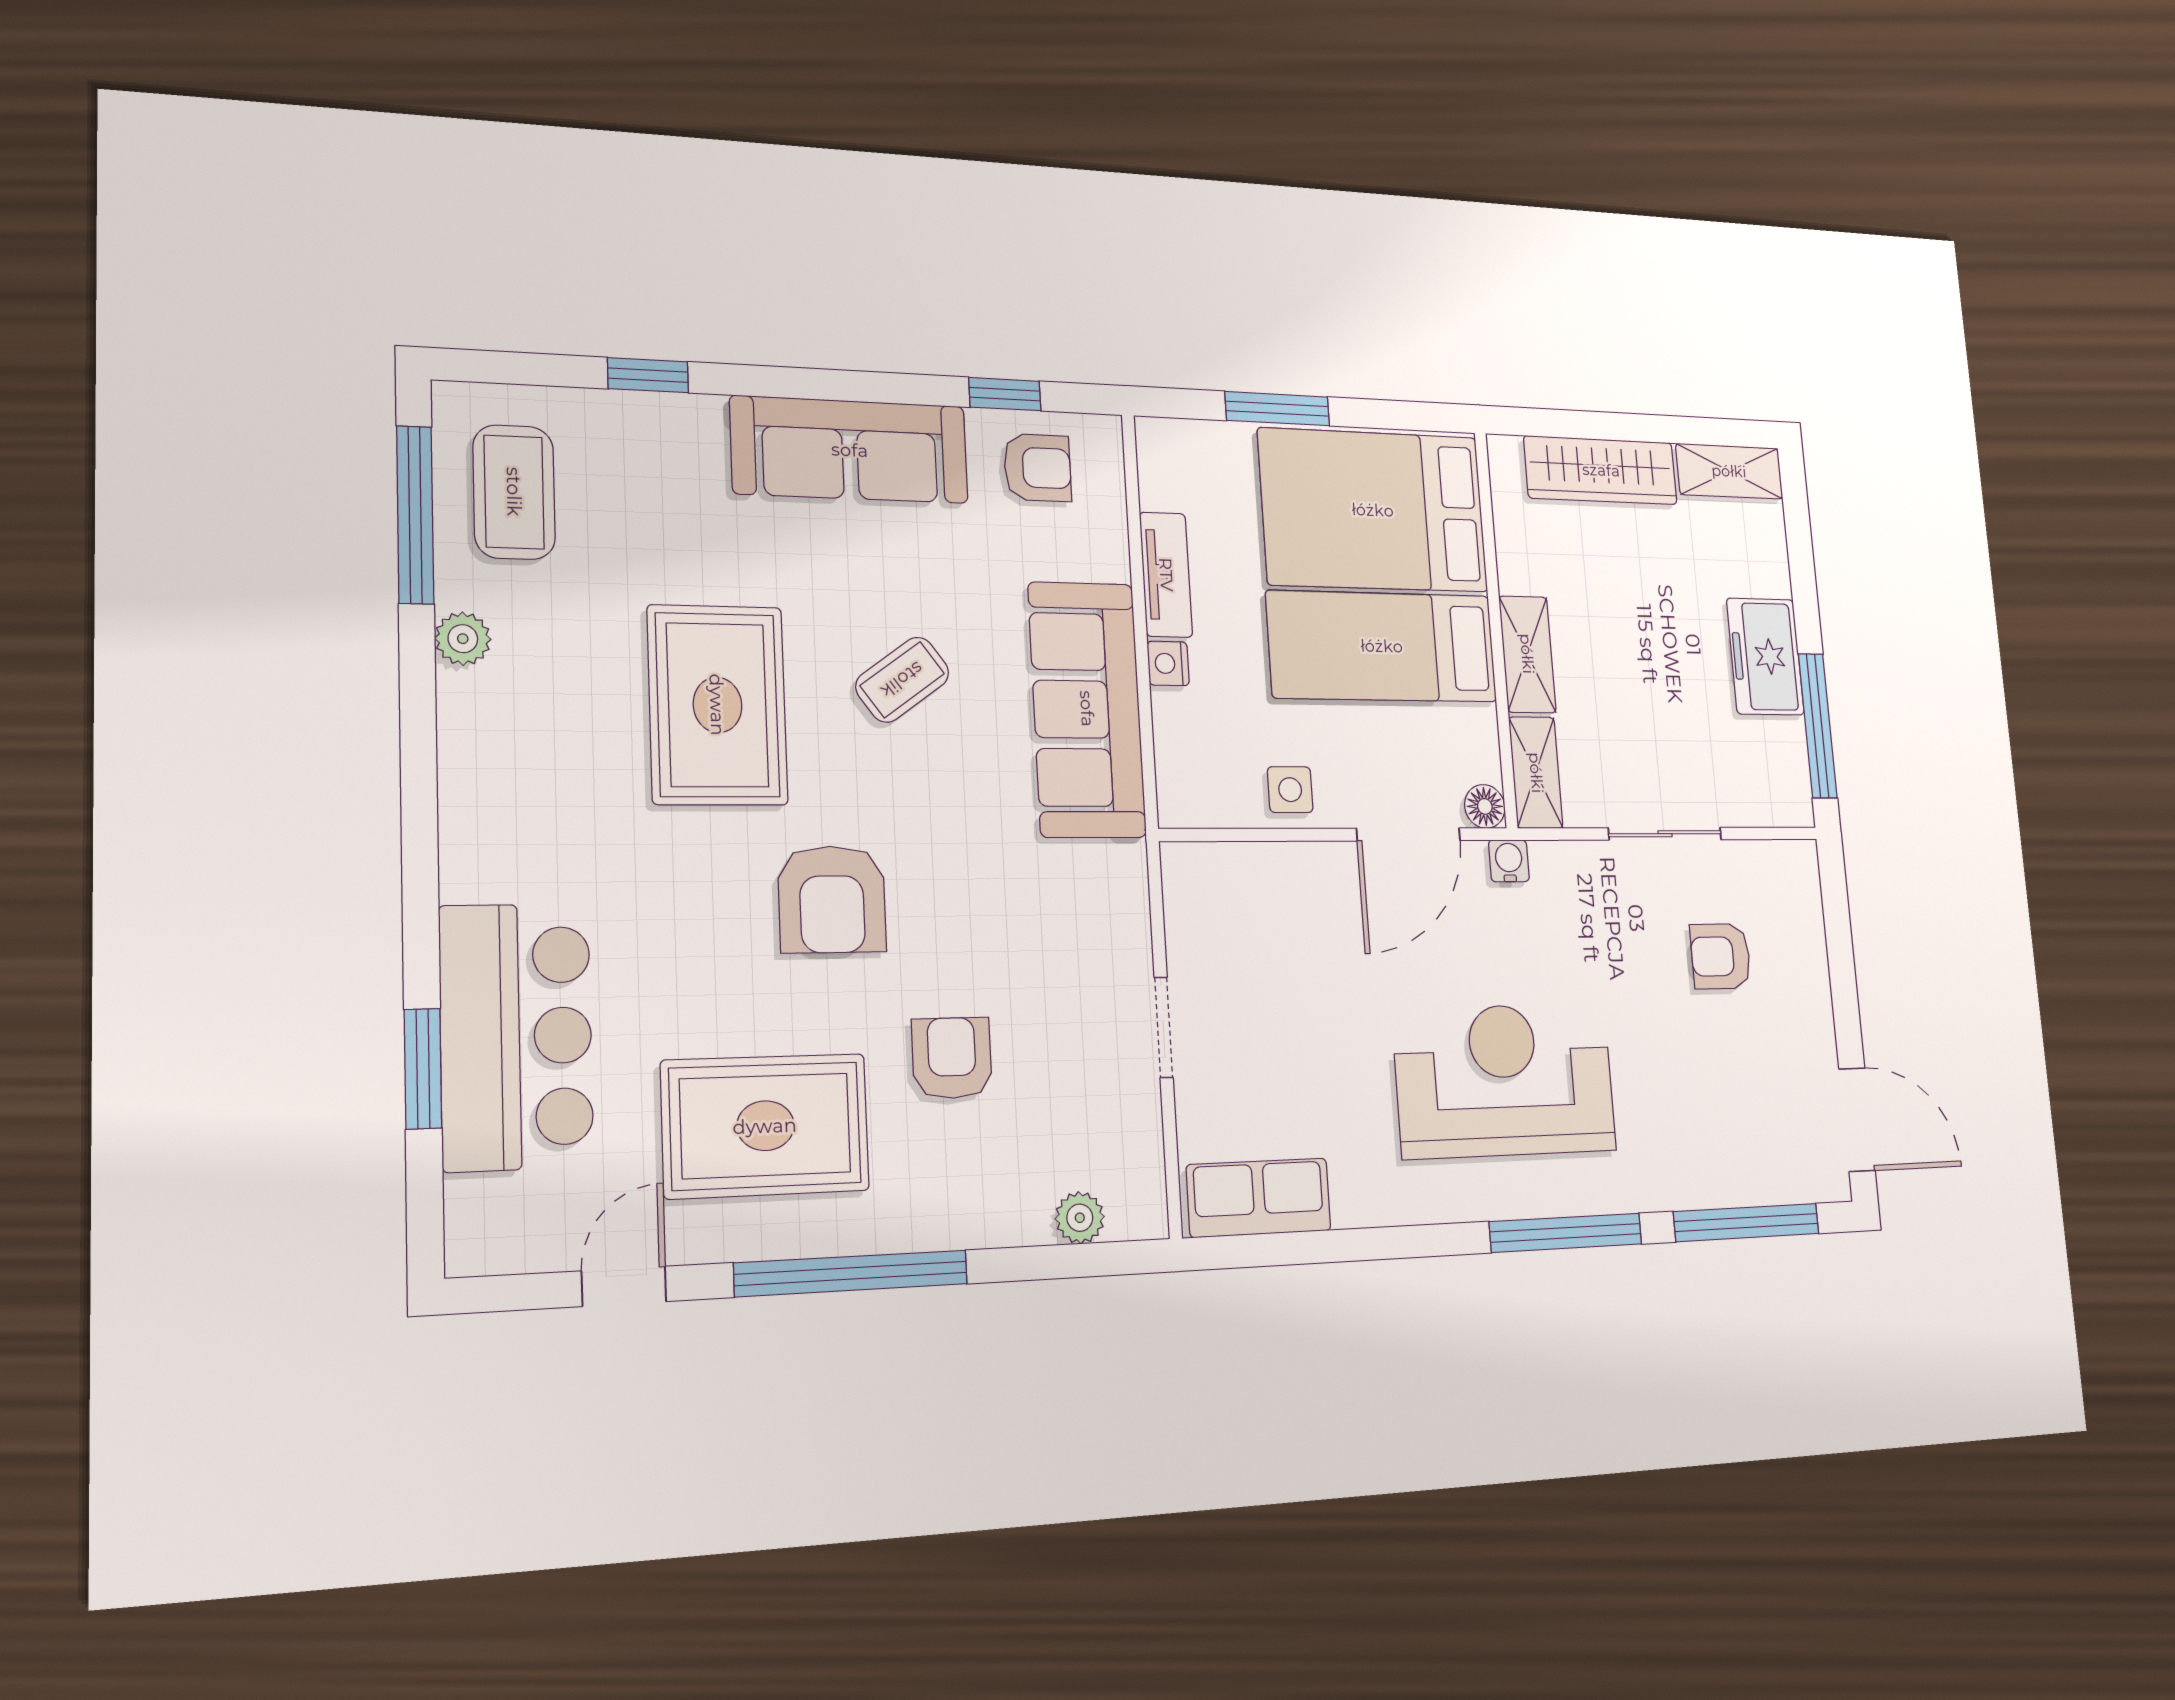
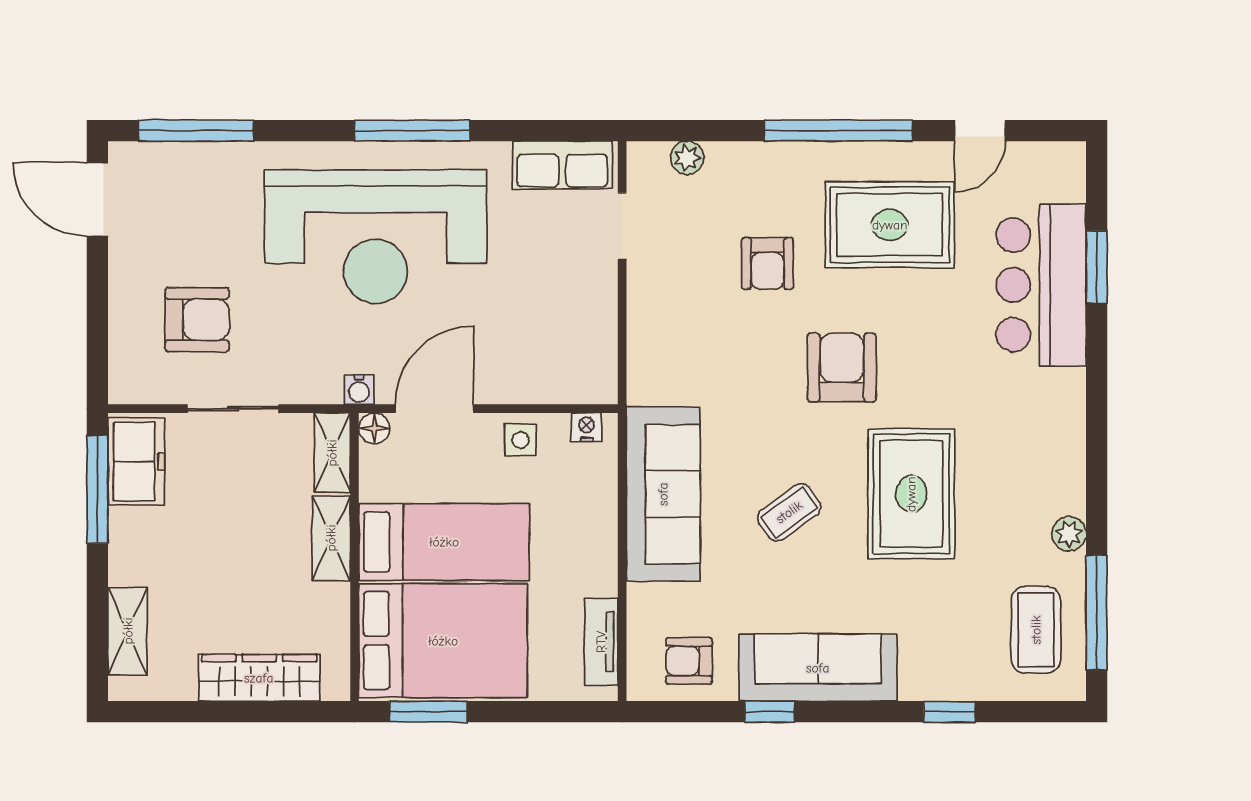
window: (1005, 394) -> (770, 712), moved
window: (1277, 409) -> (428, 712), moved
shelving: (1729, 471) -> (128, 631), moved, turned 90
tv unit: (1166, 575) -> (601, 642), moved
freezer: (1765, 656) -> (136, 461), moved
nightstand: (1168, 663) -> (587, 427), moved, turned -90
armchair: (1721, 956) -> (197, 320), width x1.38, depth x1.38
doorway: (1164, 1027) -> (622, 226), moved
reception desk: (1505, 1080) -> (376, 237), width x1.36, depth x1.30
window: (1566, 1233) -> (412, 131), moved

